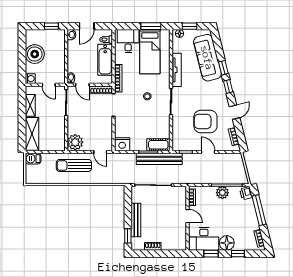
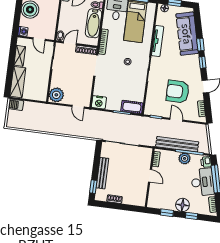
door: (82, 85) -> (70, 43), swing flipped
bench: (159, 159) -> (177, 144), moved
sun lounger: (74, 165) -> (52, 116), removed
desk: (204, 239) -> (202, 182), moved, turned -104

